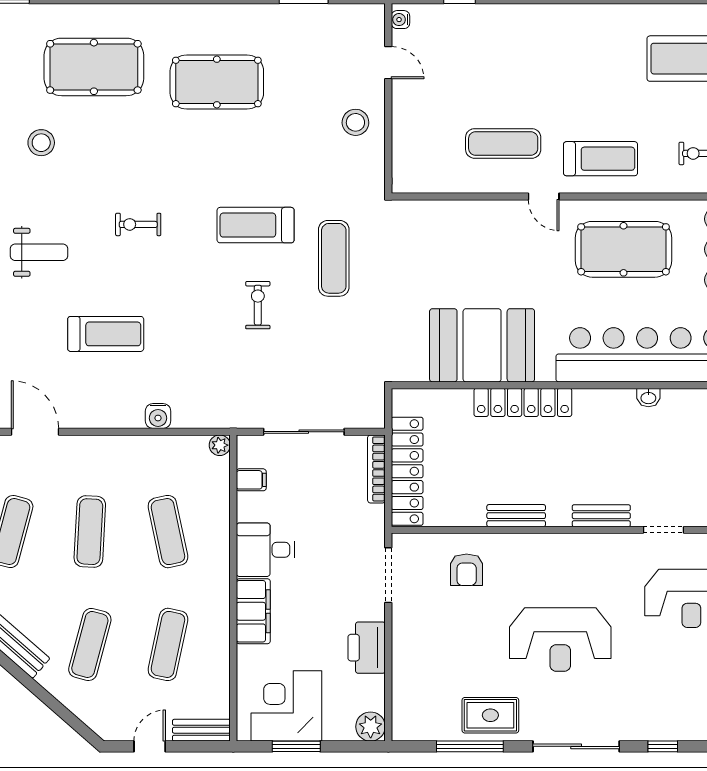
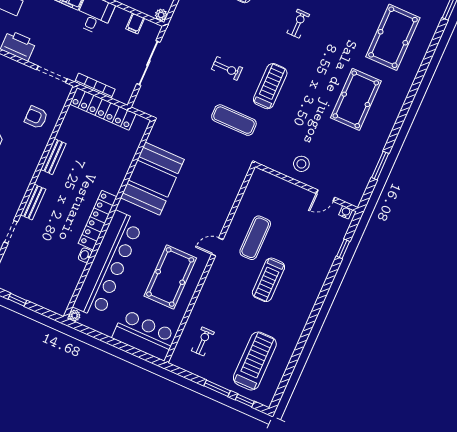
treadmill: (601, 159) -> (268, 280), moved
locker: (523, 402) -> (98, 220), moved
bookcase: (376, 469) -> (95, 86), moved

